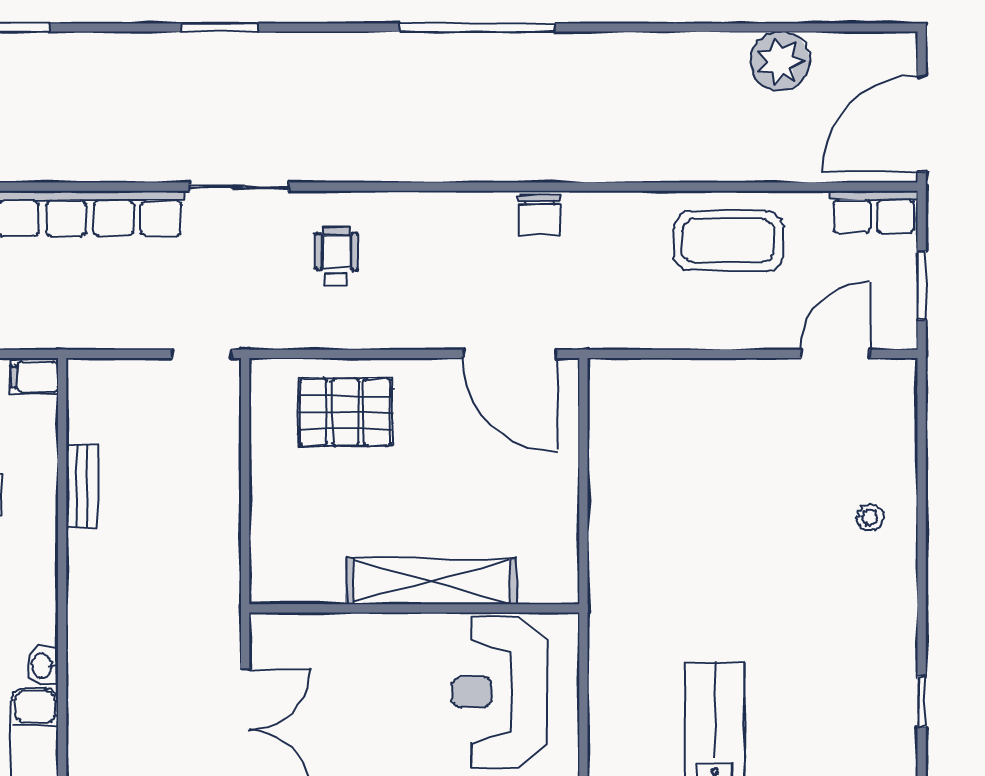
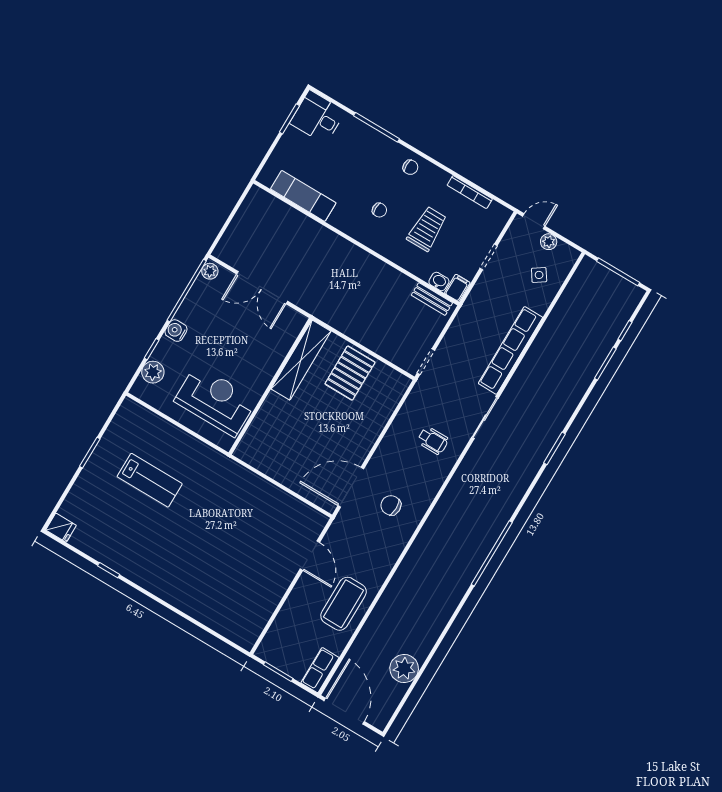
chair: (539, 215) -> (391, 505), moved
door: (835, 354) -> (310, 556), moved
pallet: (345, 412) -> (350, 373), moved
bench: (82, 486) -> (432, 299), moved
stool: (870, 517) -> (196, 594), removed
shelving: (431, 581) -> (301, 360), moved
washbasin: (43, 666) -> (439, 281), moved

